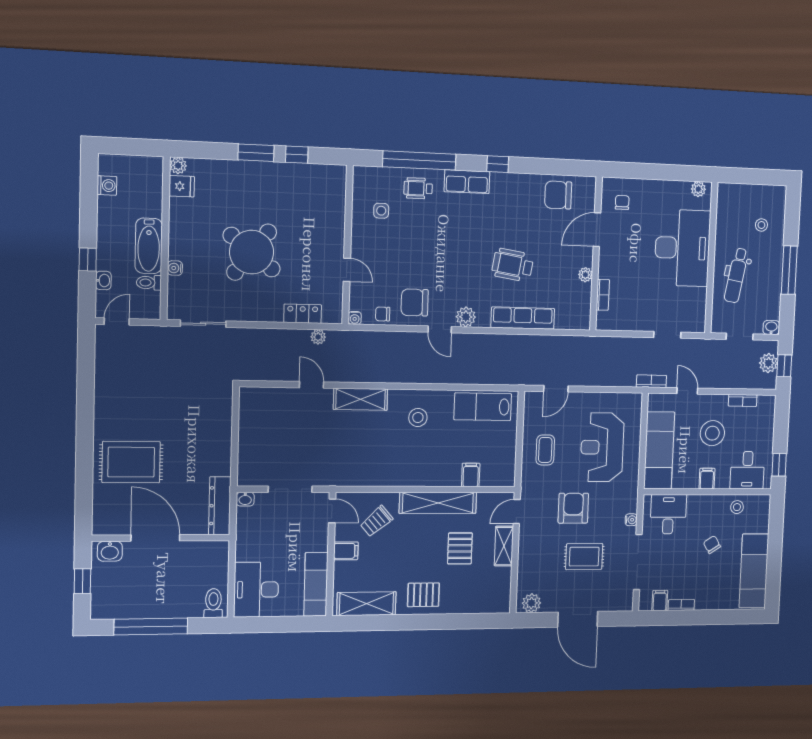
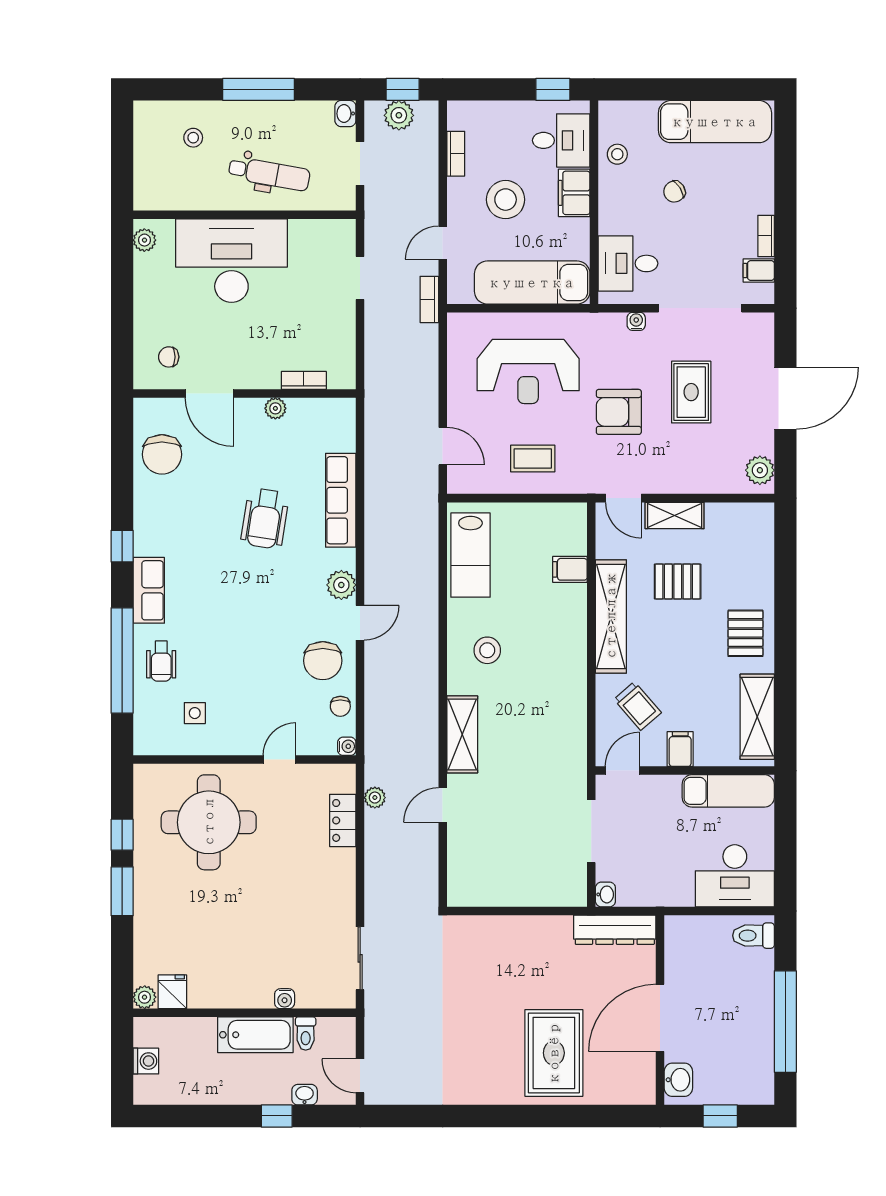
washing machine: (107, 185) -> (146, 1061), moved, turned 90
round table: (252, 252) -> (209, 822), moved, turned -38
filing cabinet: (707, 479) -> (574, 193), width x2.00

